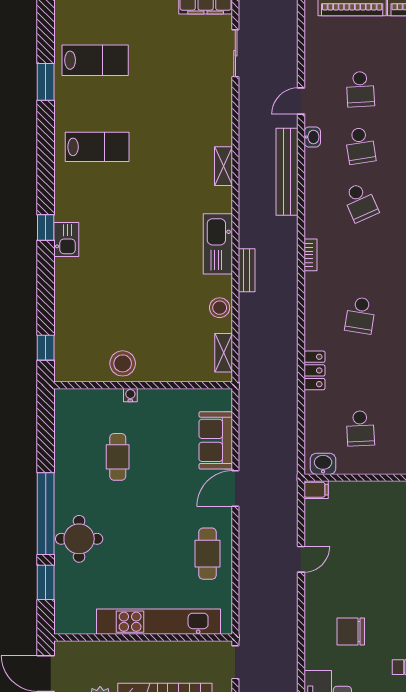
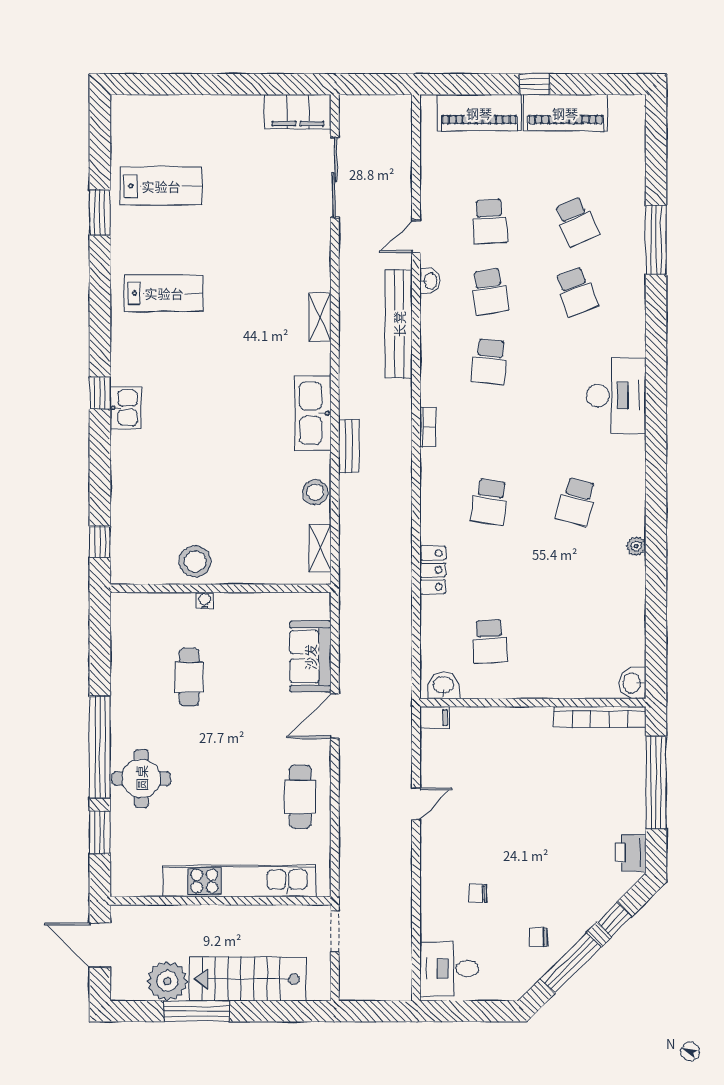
sliding door: (235, 53) -> (335, 177), width x1.37
school desk: (360, 202) -> (490, 362), turned 30
chair: (351, 631) -> (478, 893), width x0.54, depth x0.54

